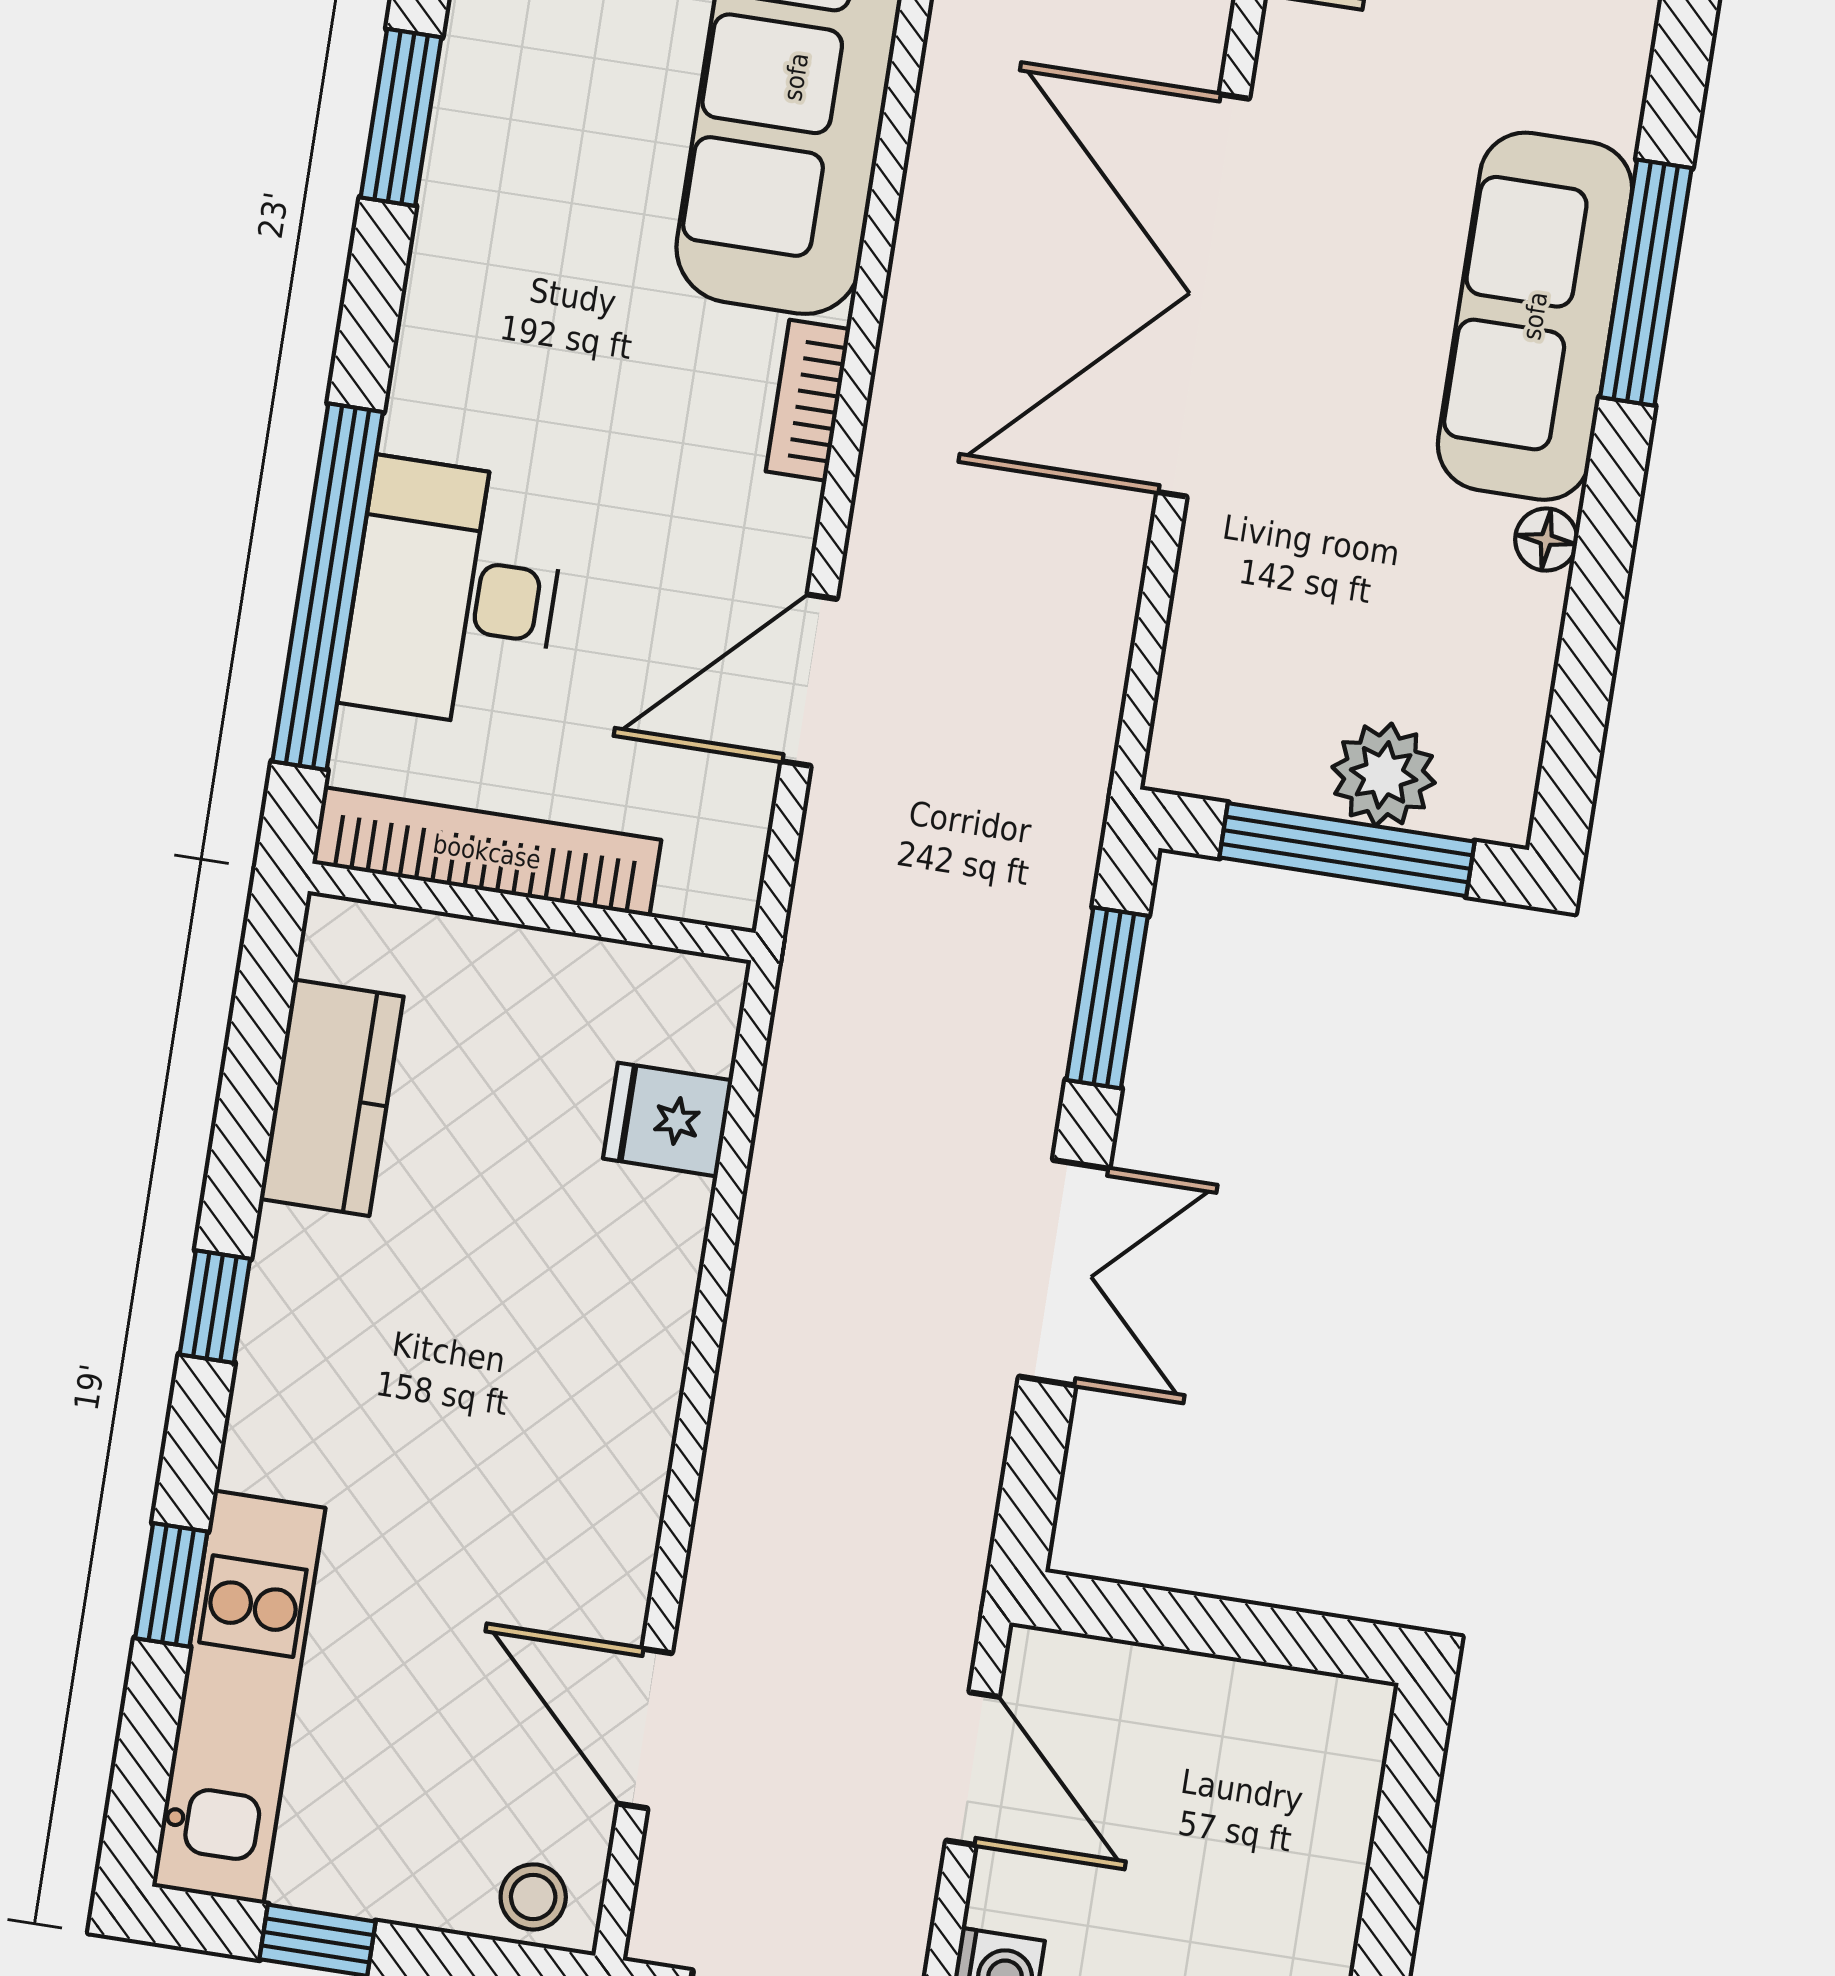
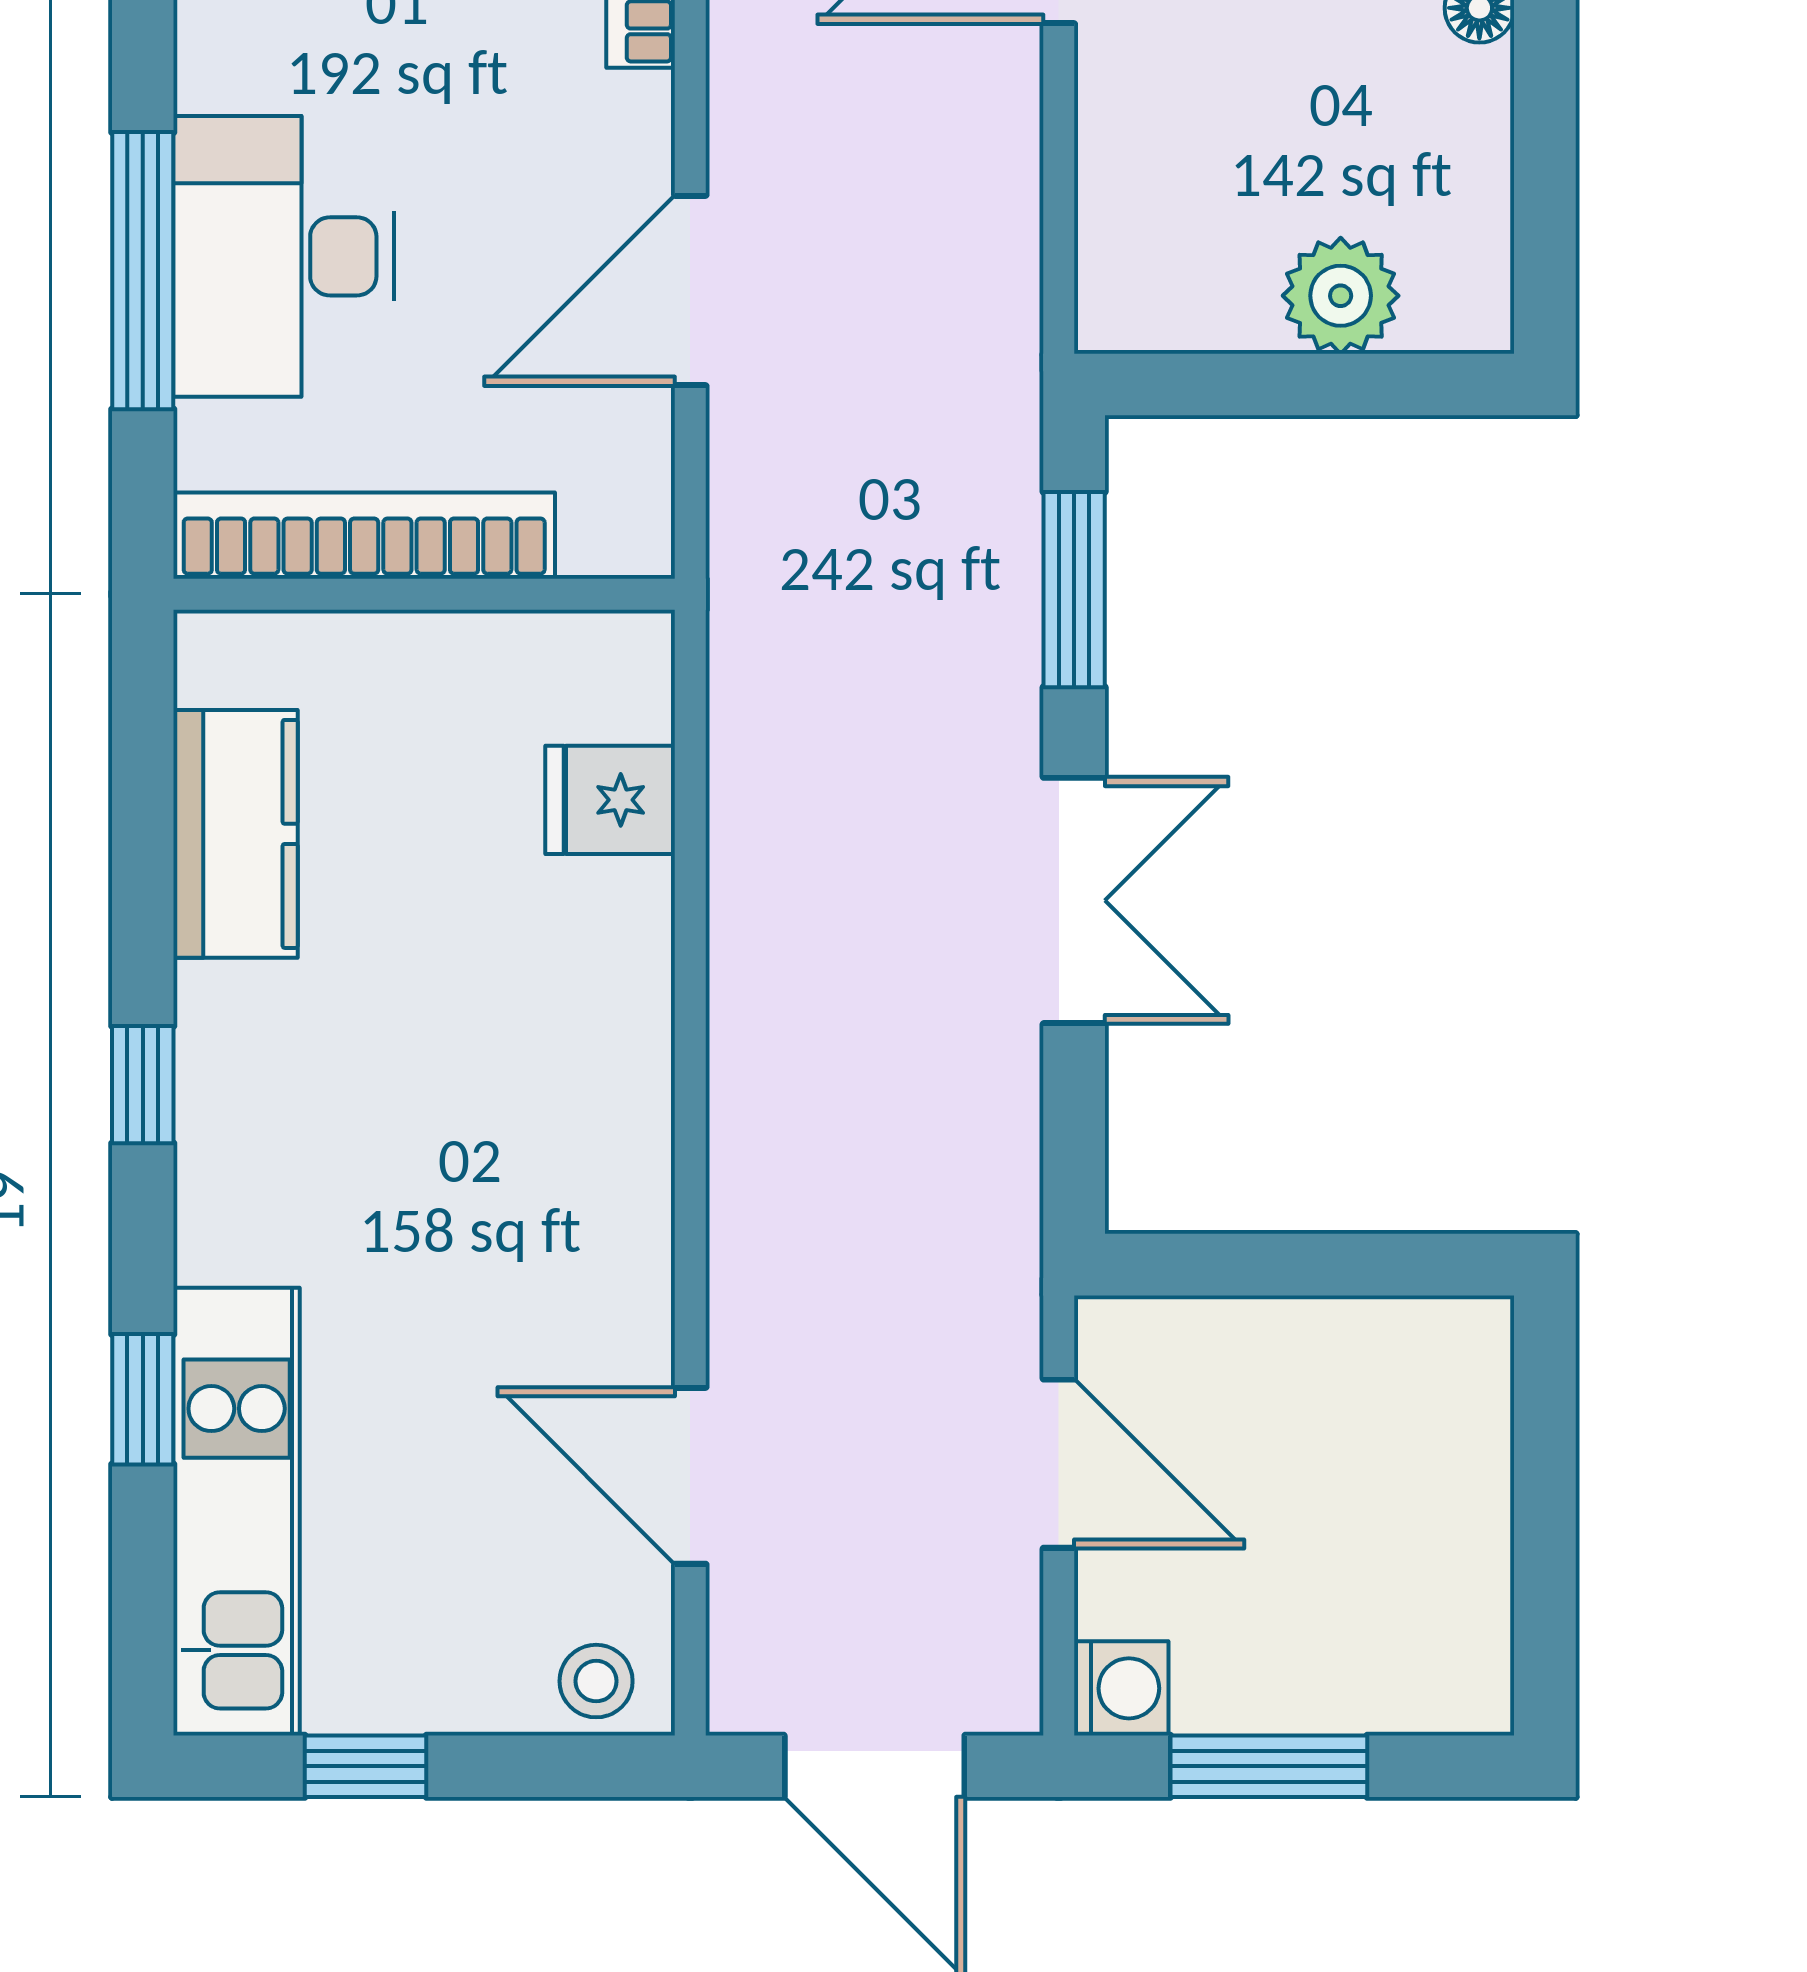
window: (328, 587) -> (143, 271), width x0.68
window: (1347, 850) -> (1313, 385), removed

